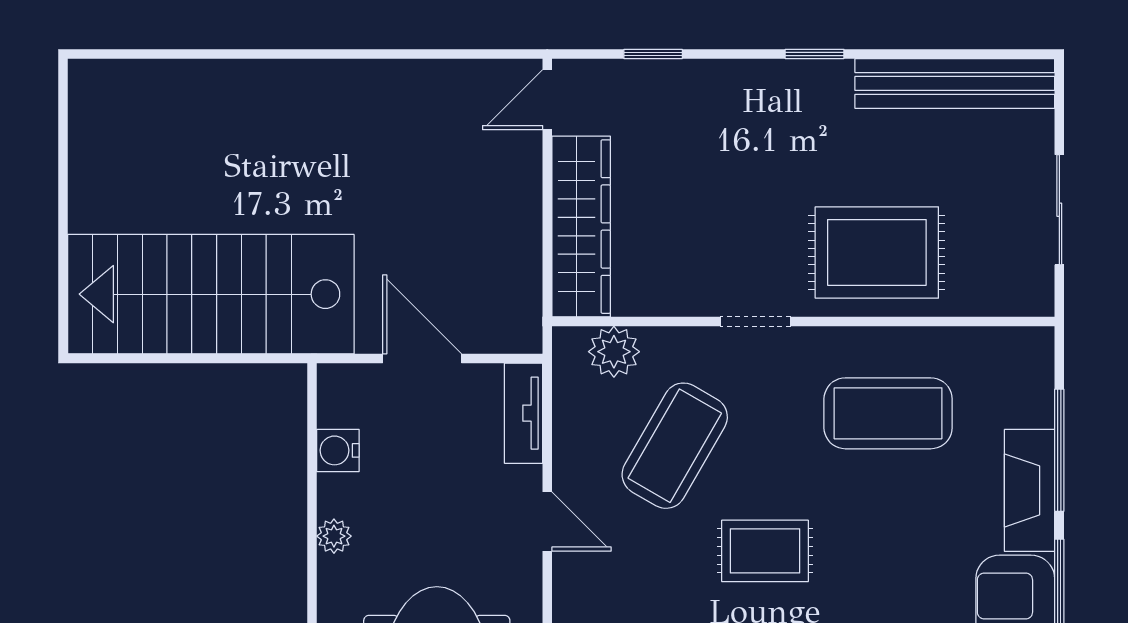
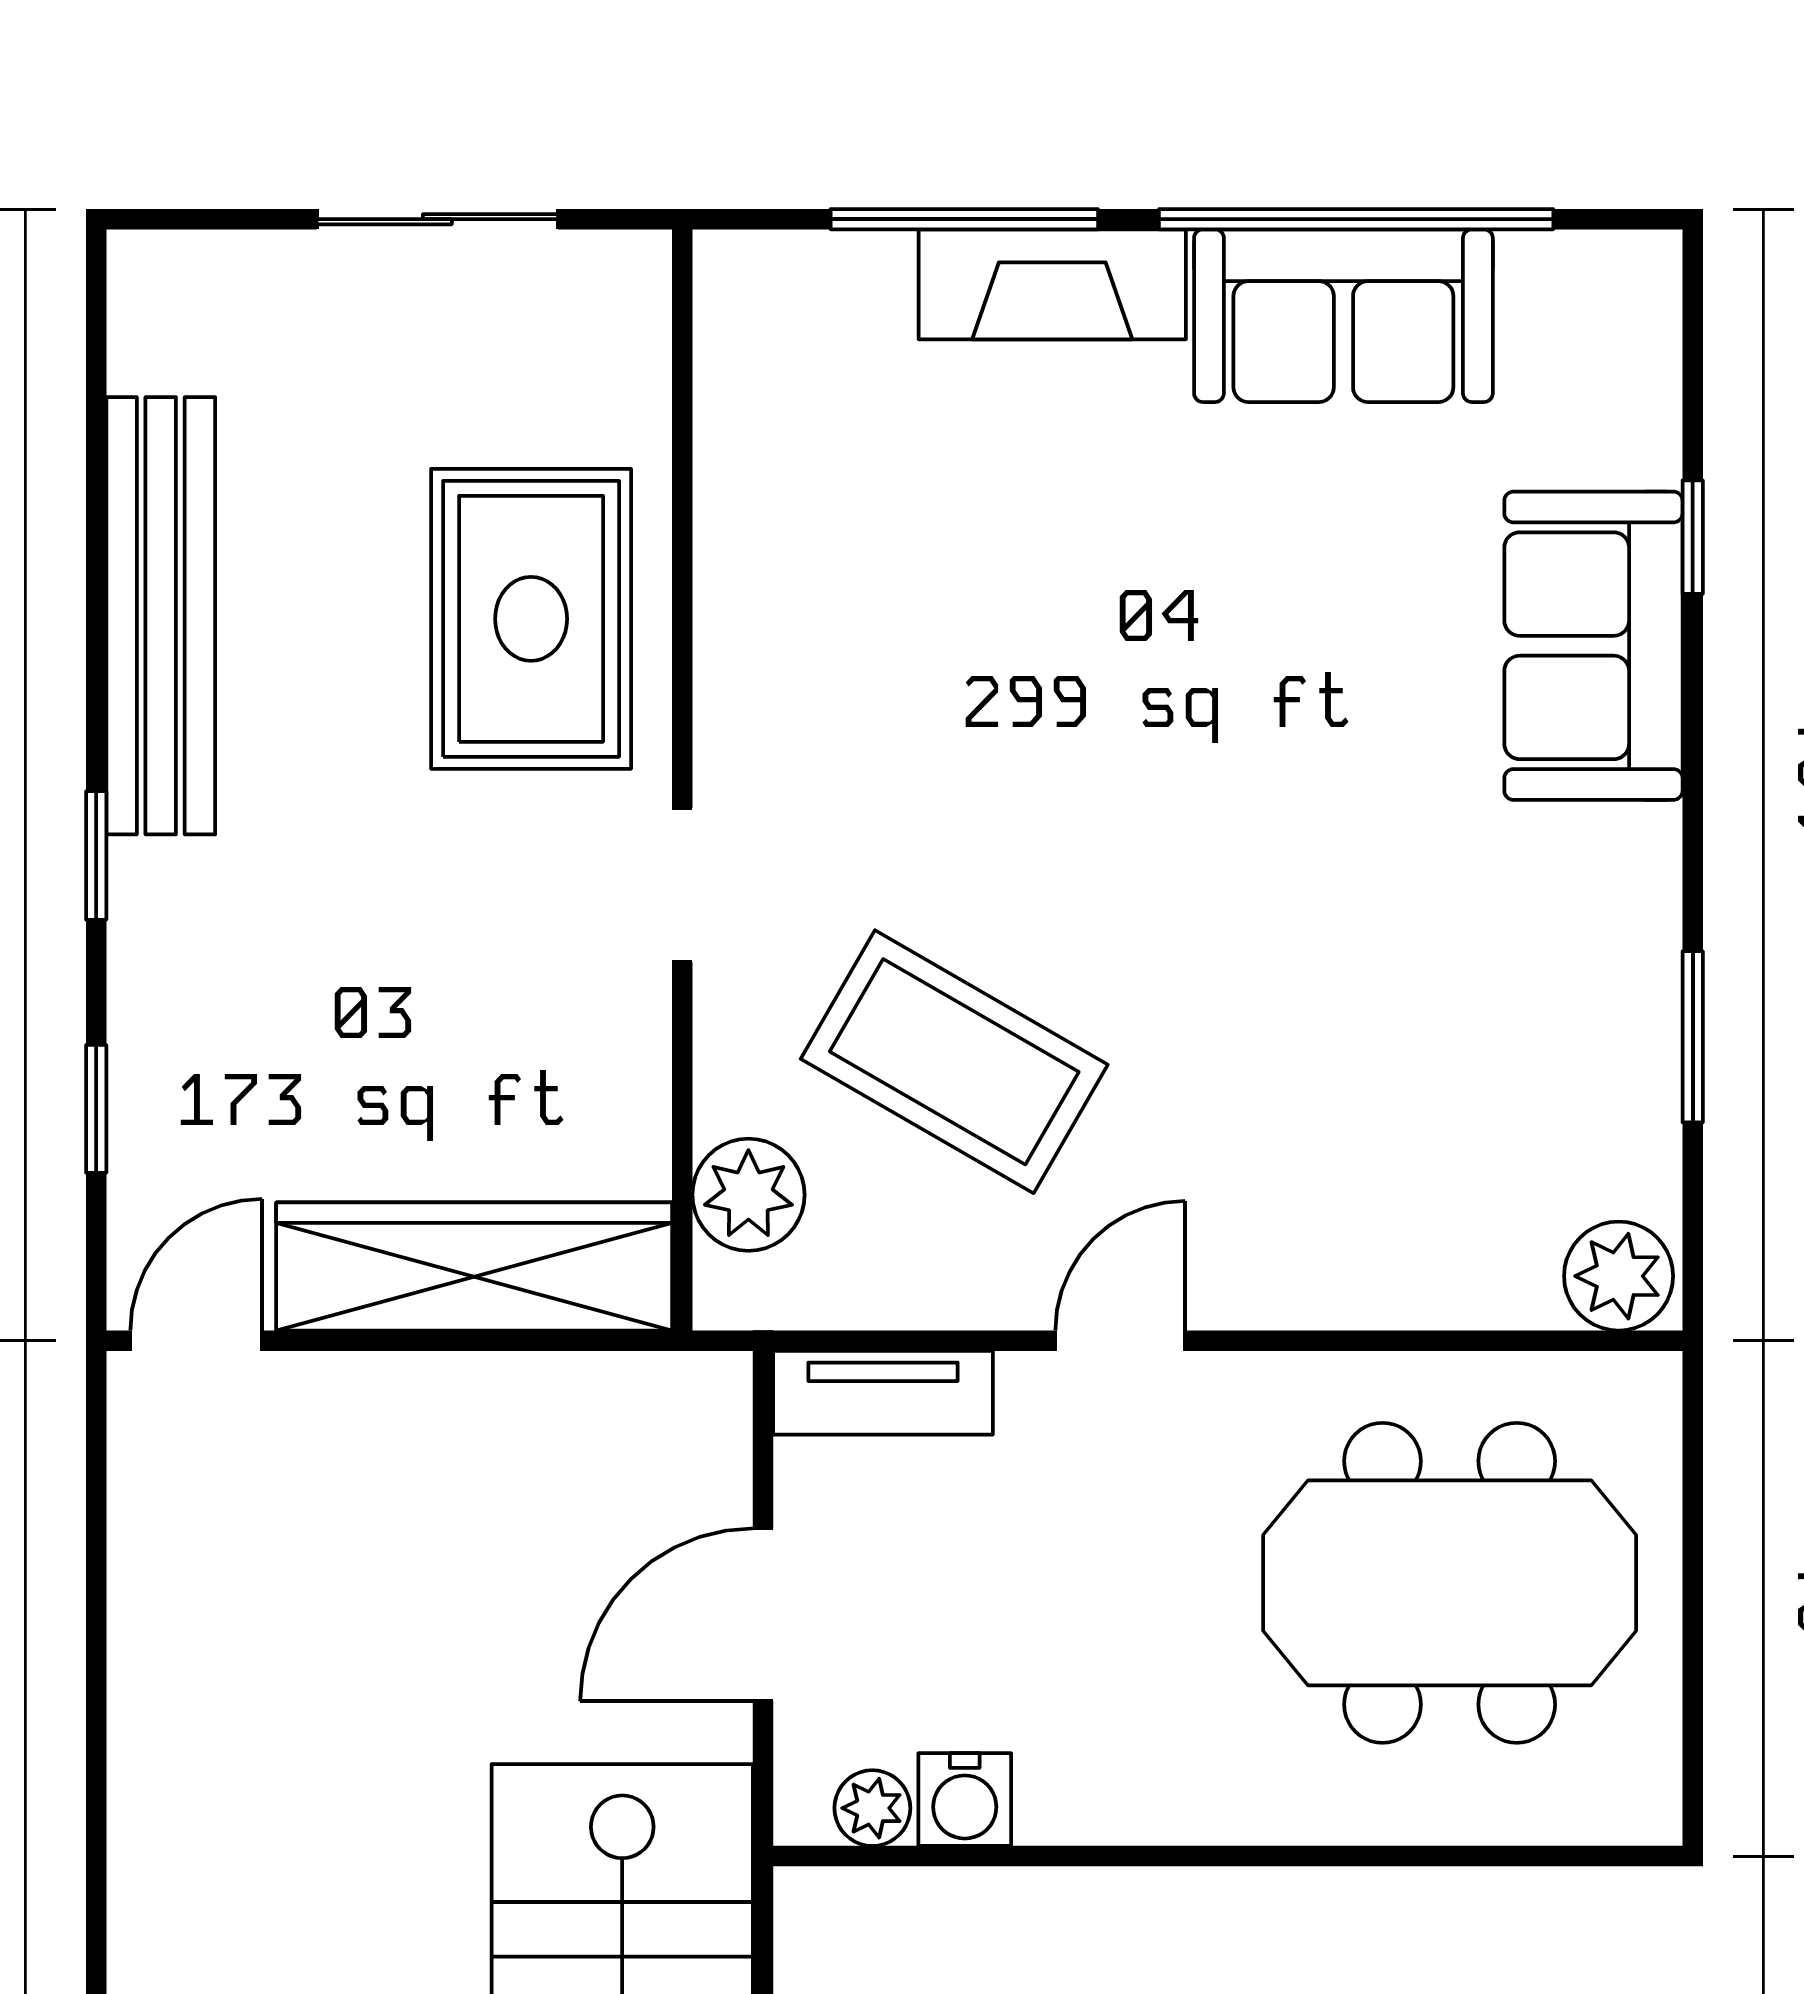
window: (815, 54) -> (96, 856), moved
bench: (955, 83) -> (161, 616), moved
door: (547, 100) -> (196, 1341), swing flipped
coffee table: (888, 413) -> (883, 594), removed
plant: (334, 536) -> (872, 1808), moved
rug: (765, 551) -> (1185, 864), removed

